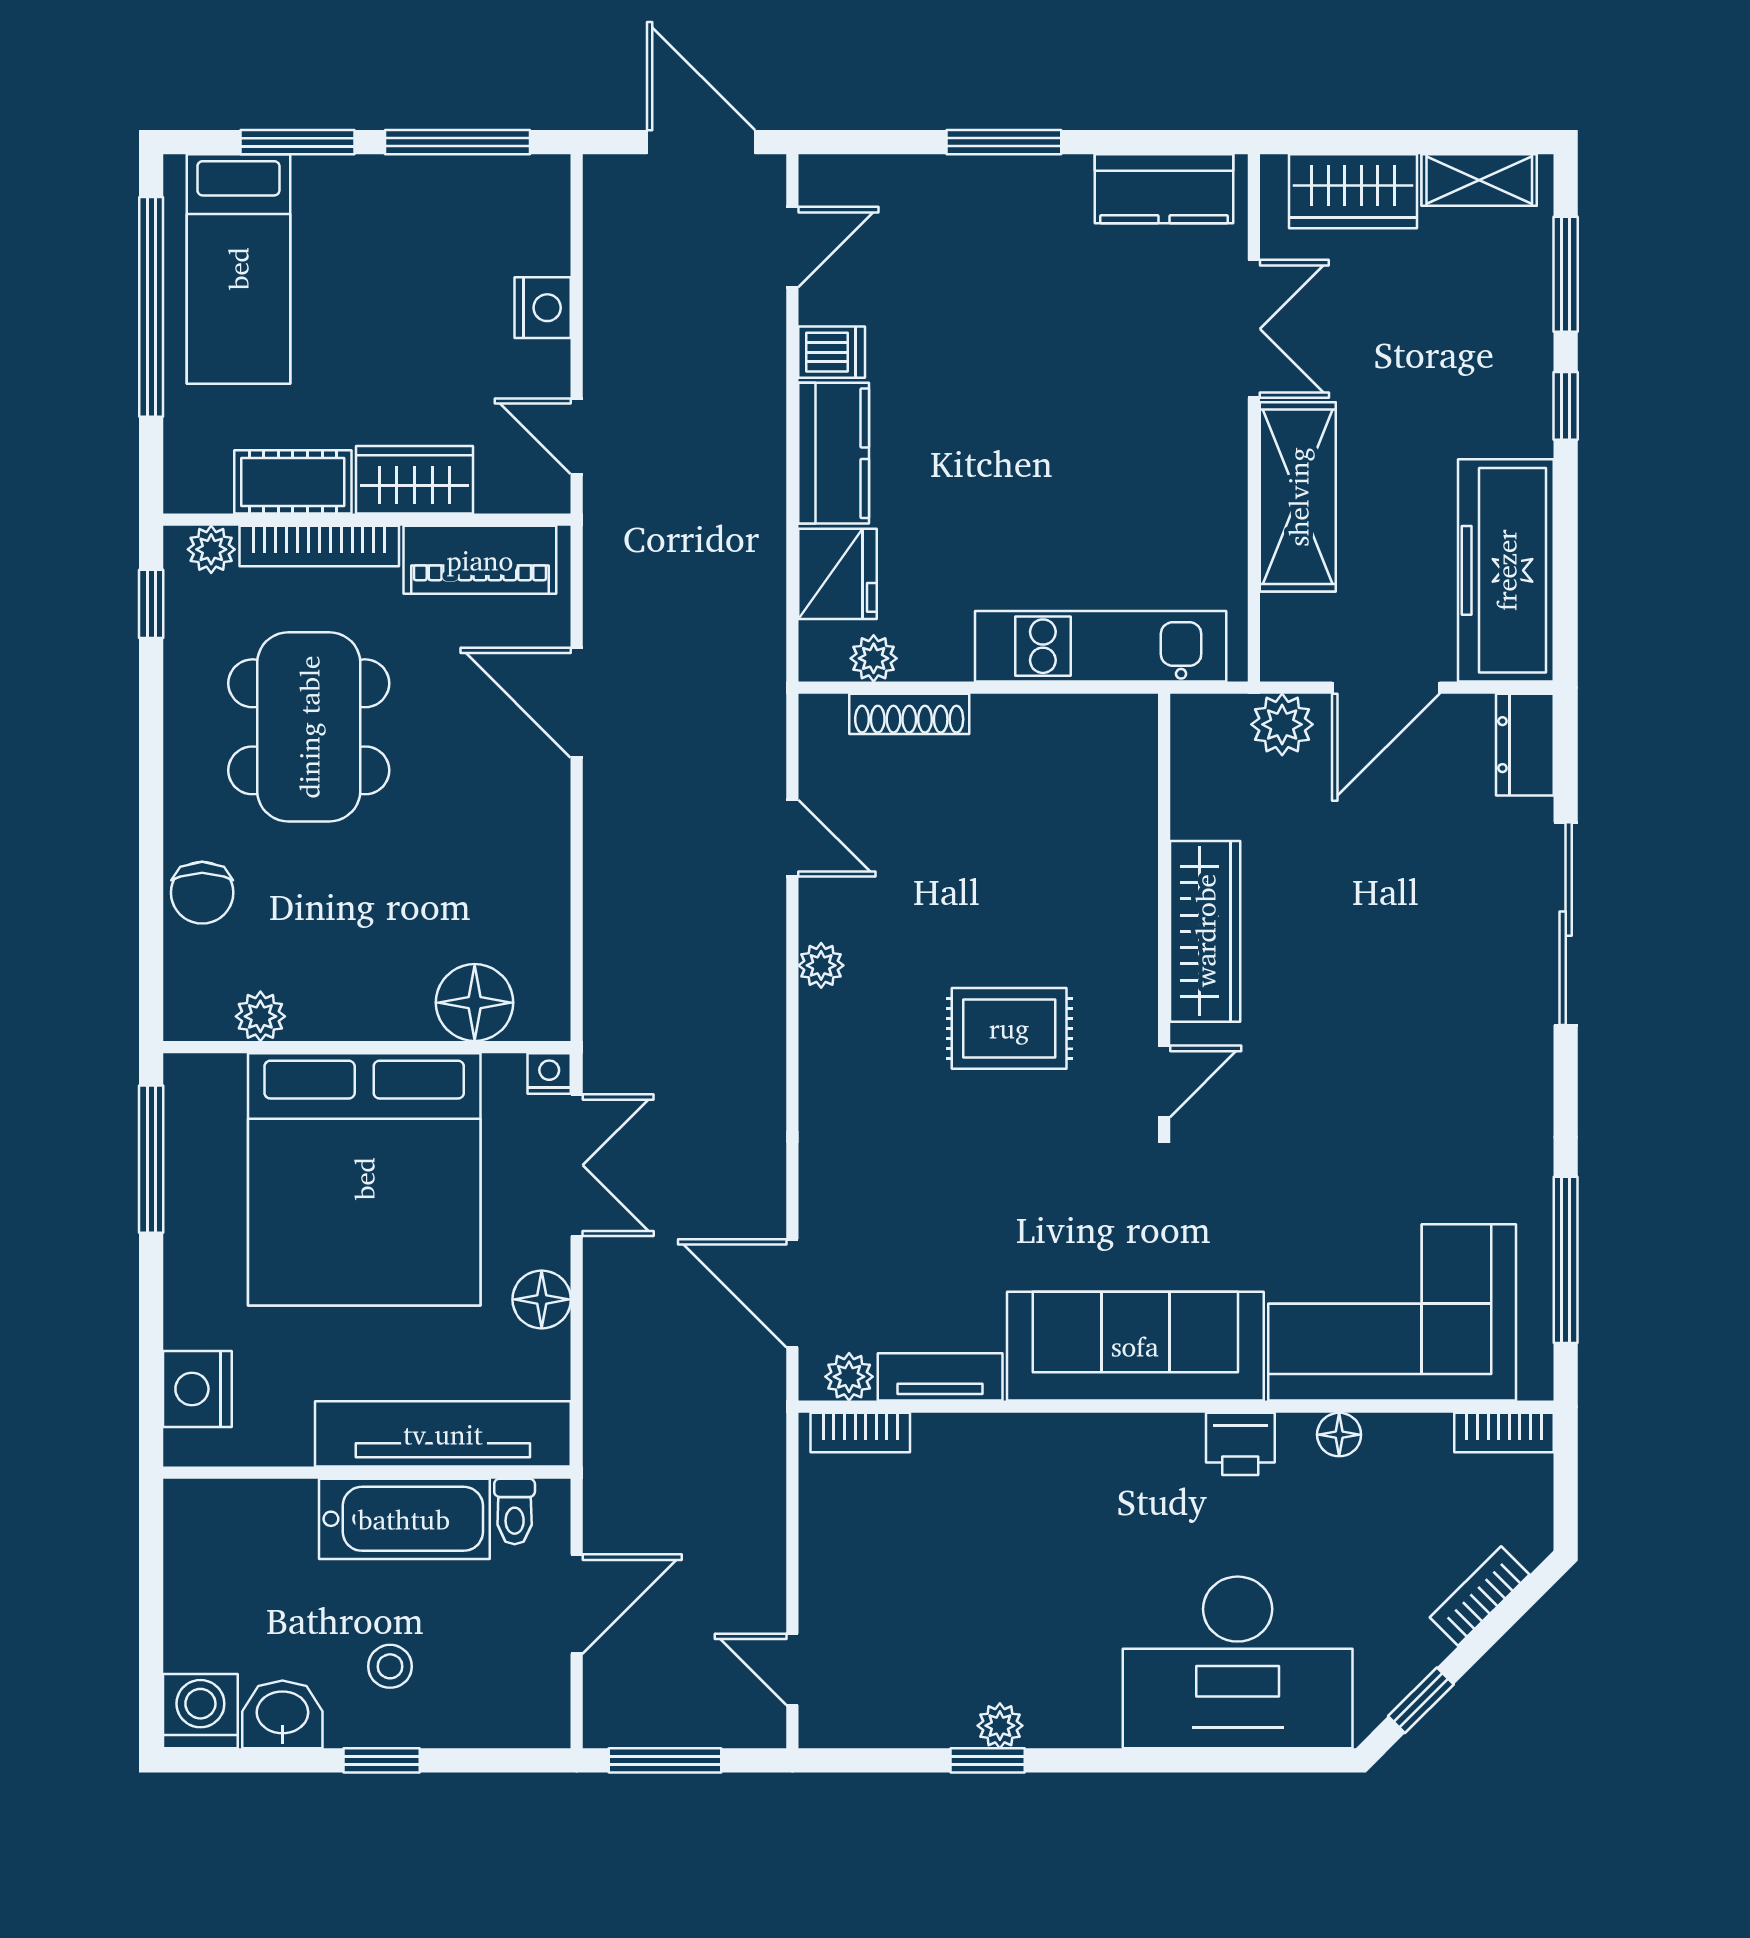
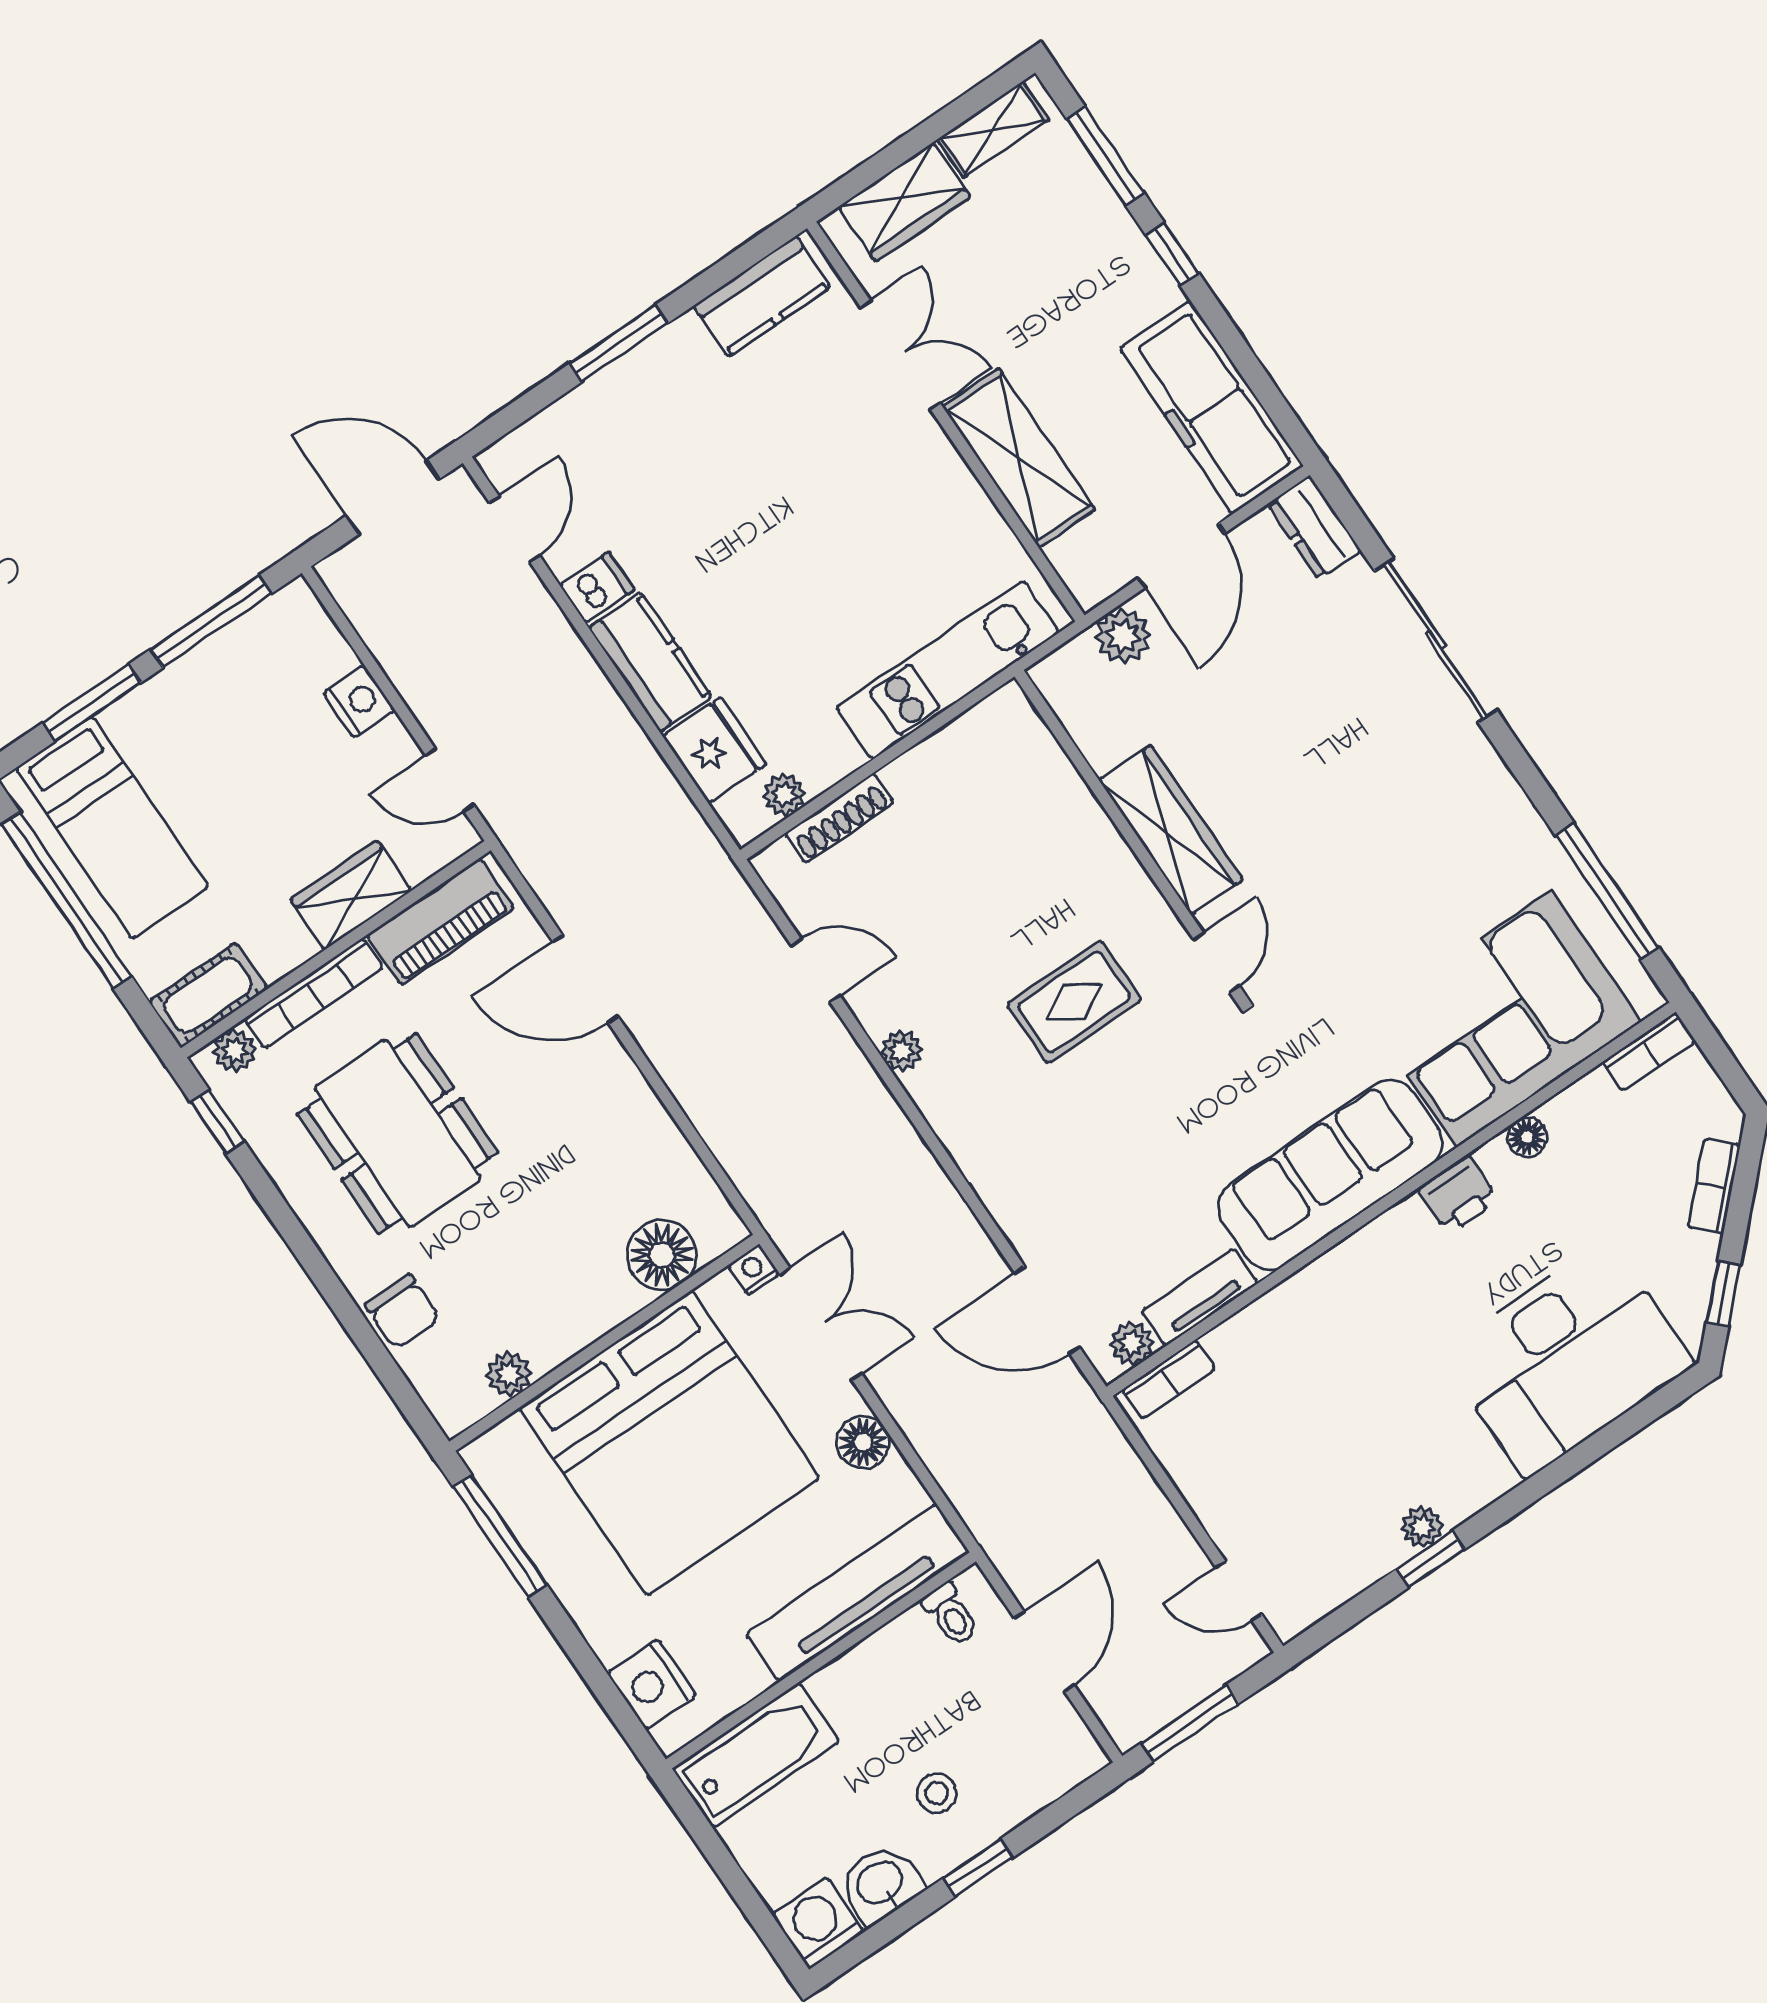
cot: (293, 482) -> (208, 995), moved
bathtub: (404, 1519) -> (756, 1755), moved

